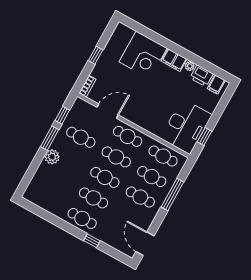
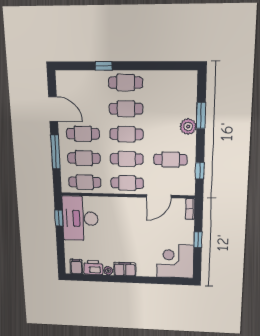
corner desk: (143, 55) -> (175, 261), moved
window: (50, 138) -> (201, 115), moved
door: (145, 244) -> (53, 109), moved

